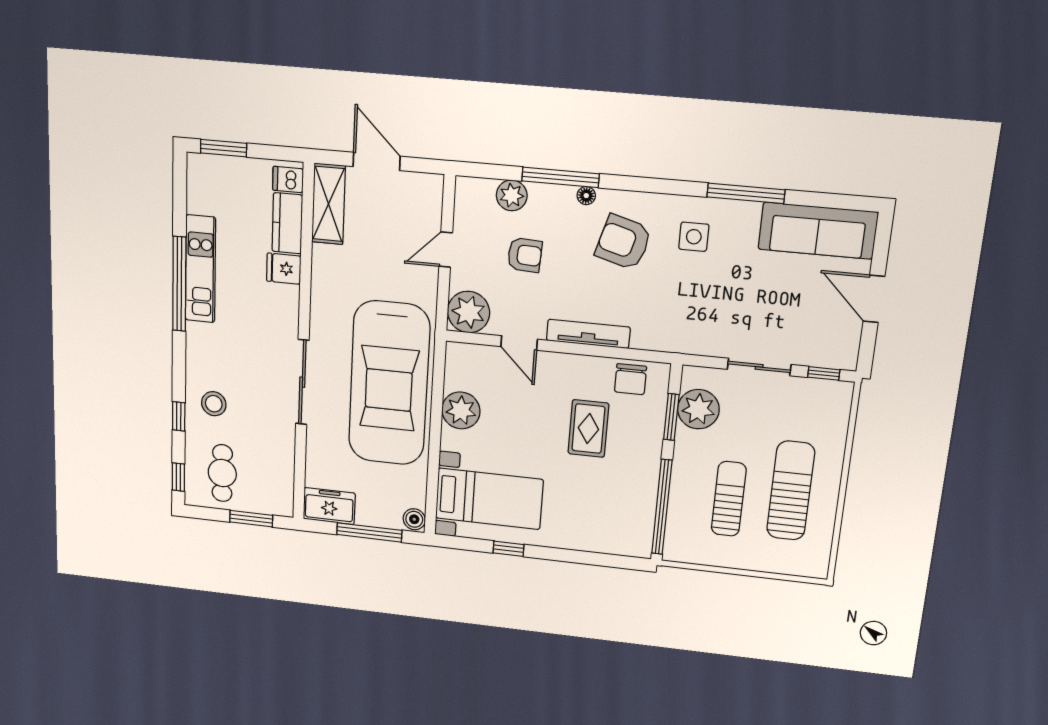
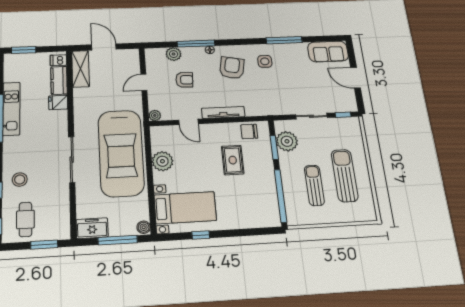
sofa: (818, 231) -> (328, 52), width x0.73
armchair: (623, 242) -> (232, 68), turned 85
plant: (469, 312) -> (155, 115), width x0.53, depth x0.53
chair: (631, 379) -> (249, 131), turned 90

